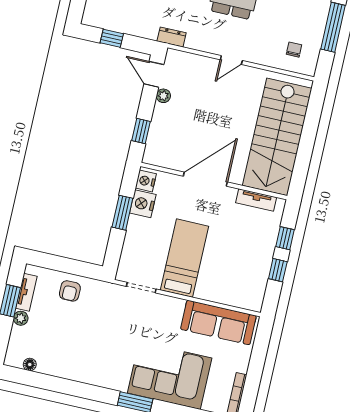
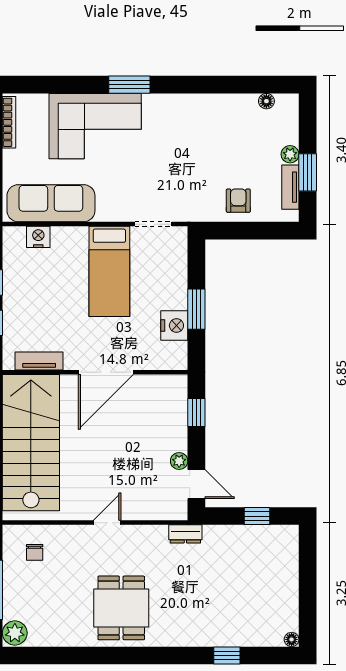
nightstand: (146, 181) -> (38, 237), moved, turned -90

